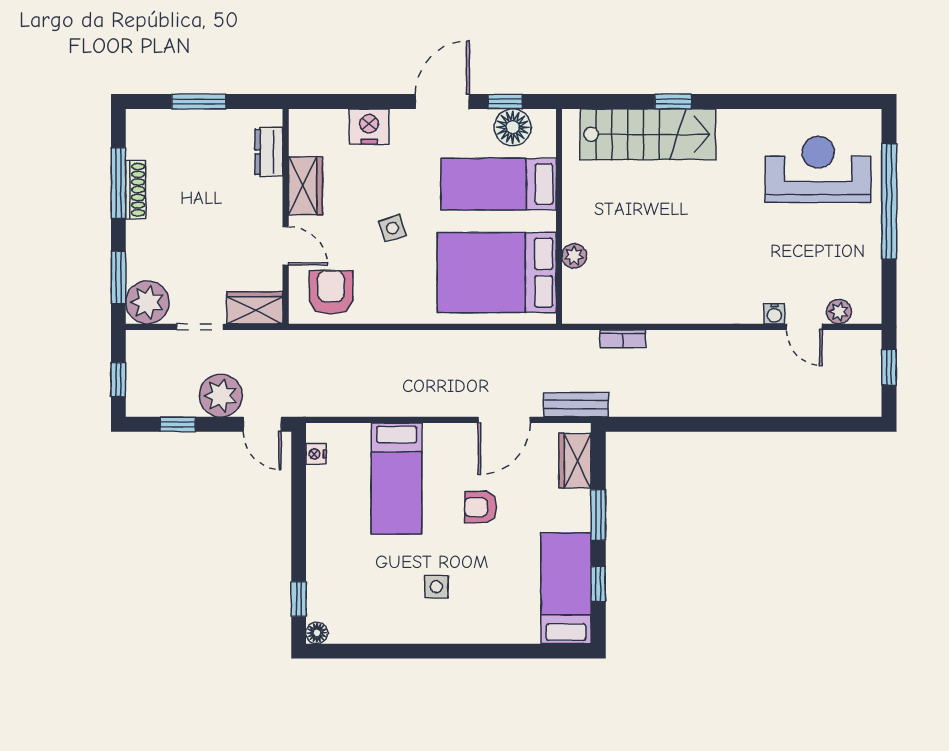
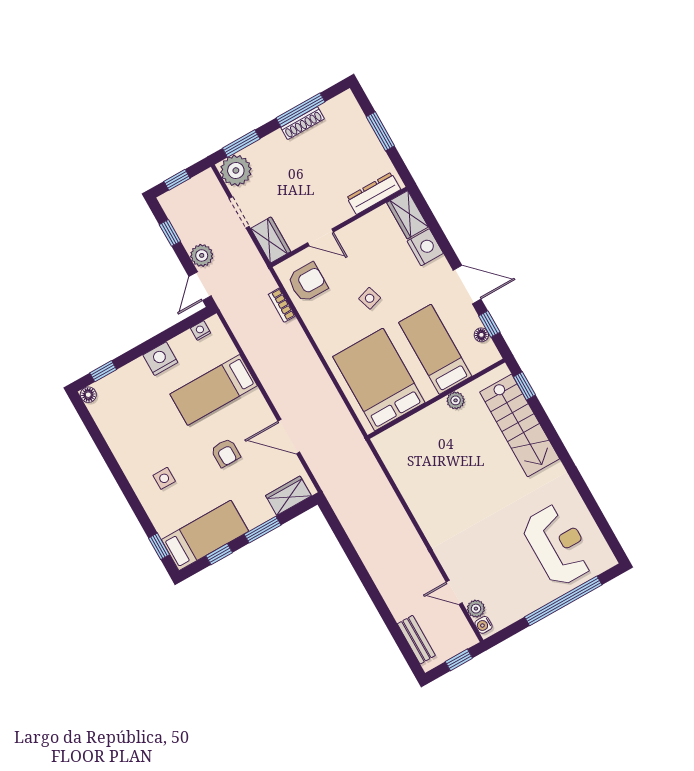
window: (673, 101) -> (524, 386), moved
floor lamp: (513, 127) -> (481, 335), width x0.53, depth x0.53
dresser: (269, 152) -> (374, 193), width x1.44
wardrobe: (305, 186) -> (408, 215), moved, turned 90
door: (286, 246) -> (321, 237), hinge flipped
plant: (574, 256) -> (456, 400), moved
water cooler: (774, 314) -> (483, 625), moved
door: (804, 327) -> (454, 592), hinge flipped
bookcase: (623, 339) -> (282, 305), moved
plant: (221, 396) -> (202, 255), width x0.73, depth x0.73
bench: (576, 405) -> (416, 640), moved
armchair: (480, 507) -> (226, 453), turned 180
nightstand: (323, 521) -> (160, 359), added
side table: (436, 587) -> (164, 478), moved
window: (548, 651) -> (159, 546), added

